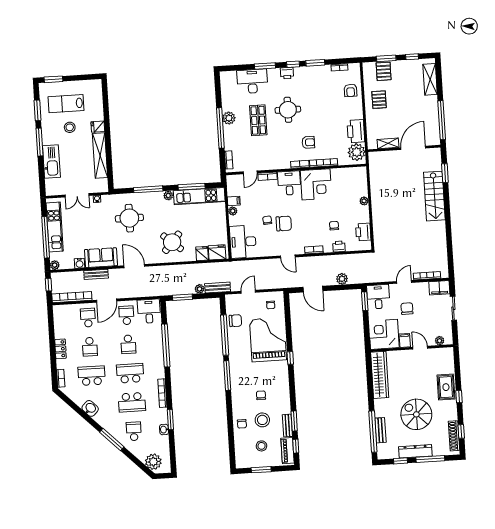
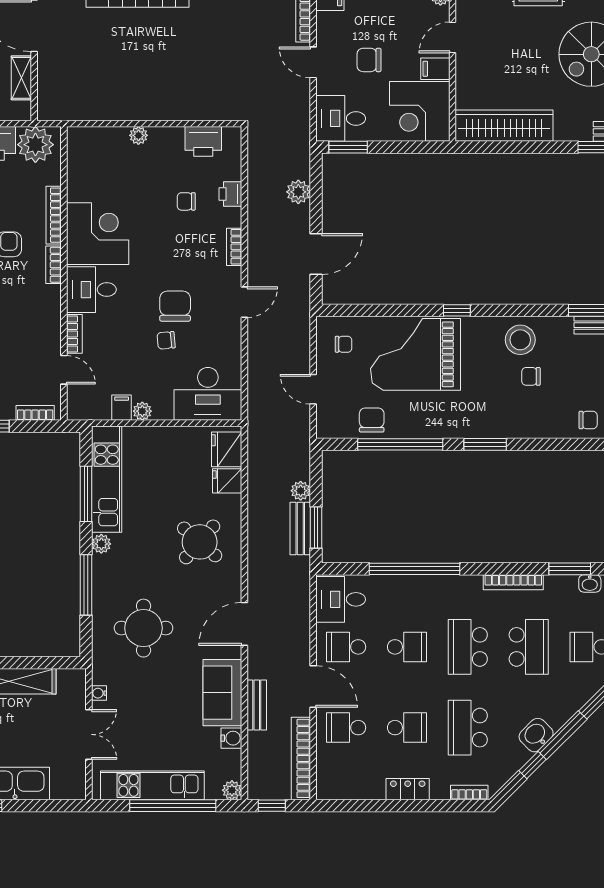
bench: (218, 288) -> (300, 529), moved
window: (227, 375) -> (485, 444), width x0.69
window: (76, 408) -> (533, 765), added
stool: (262, 420) -> (520, 340), moved

